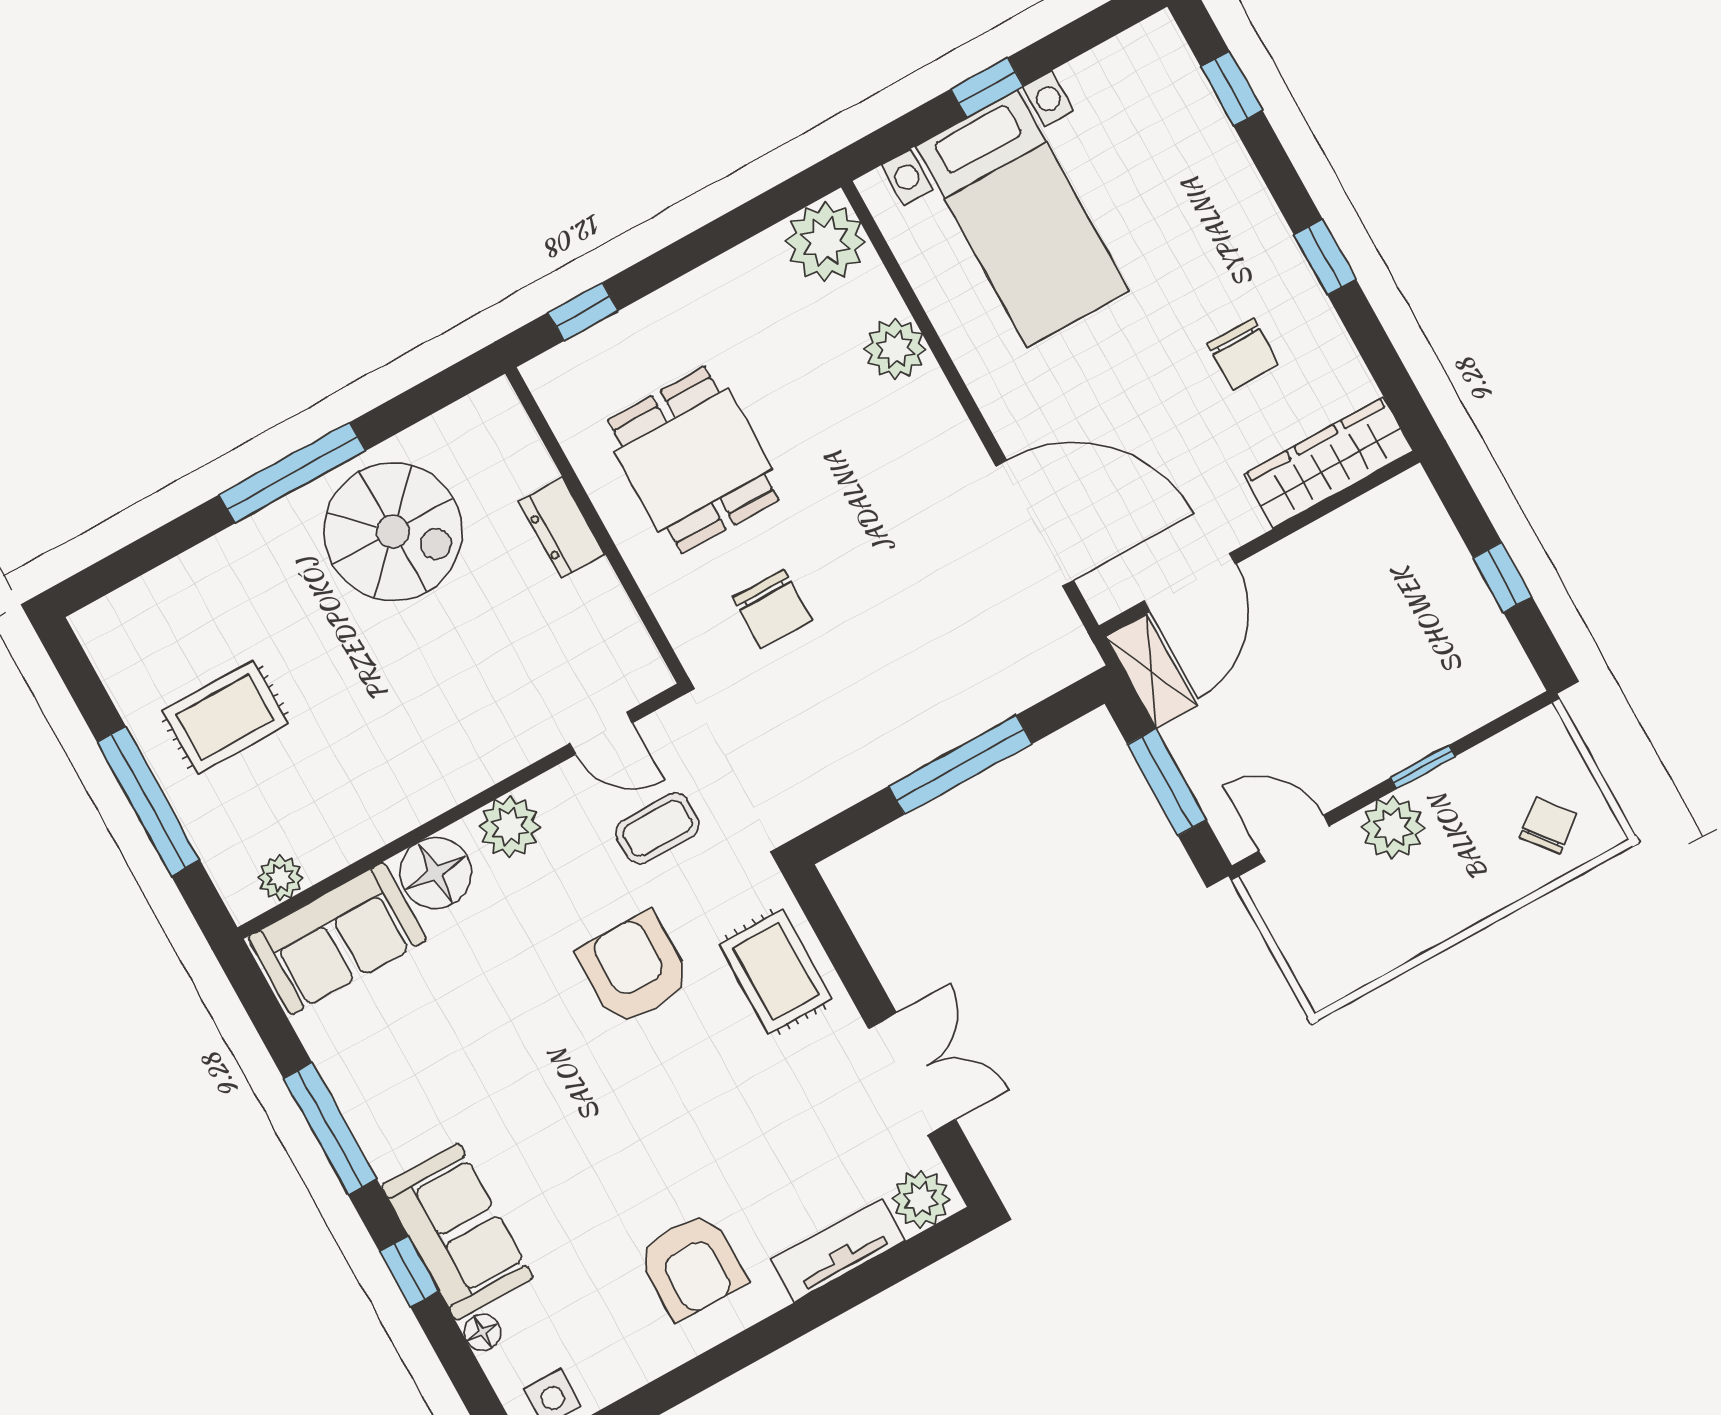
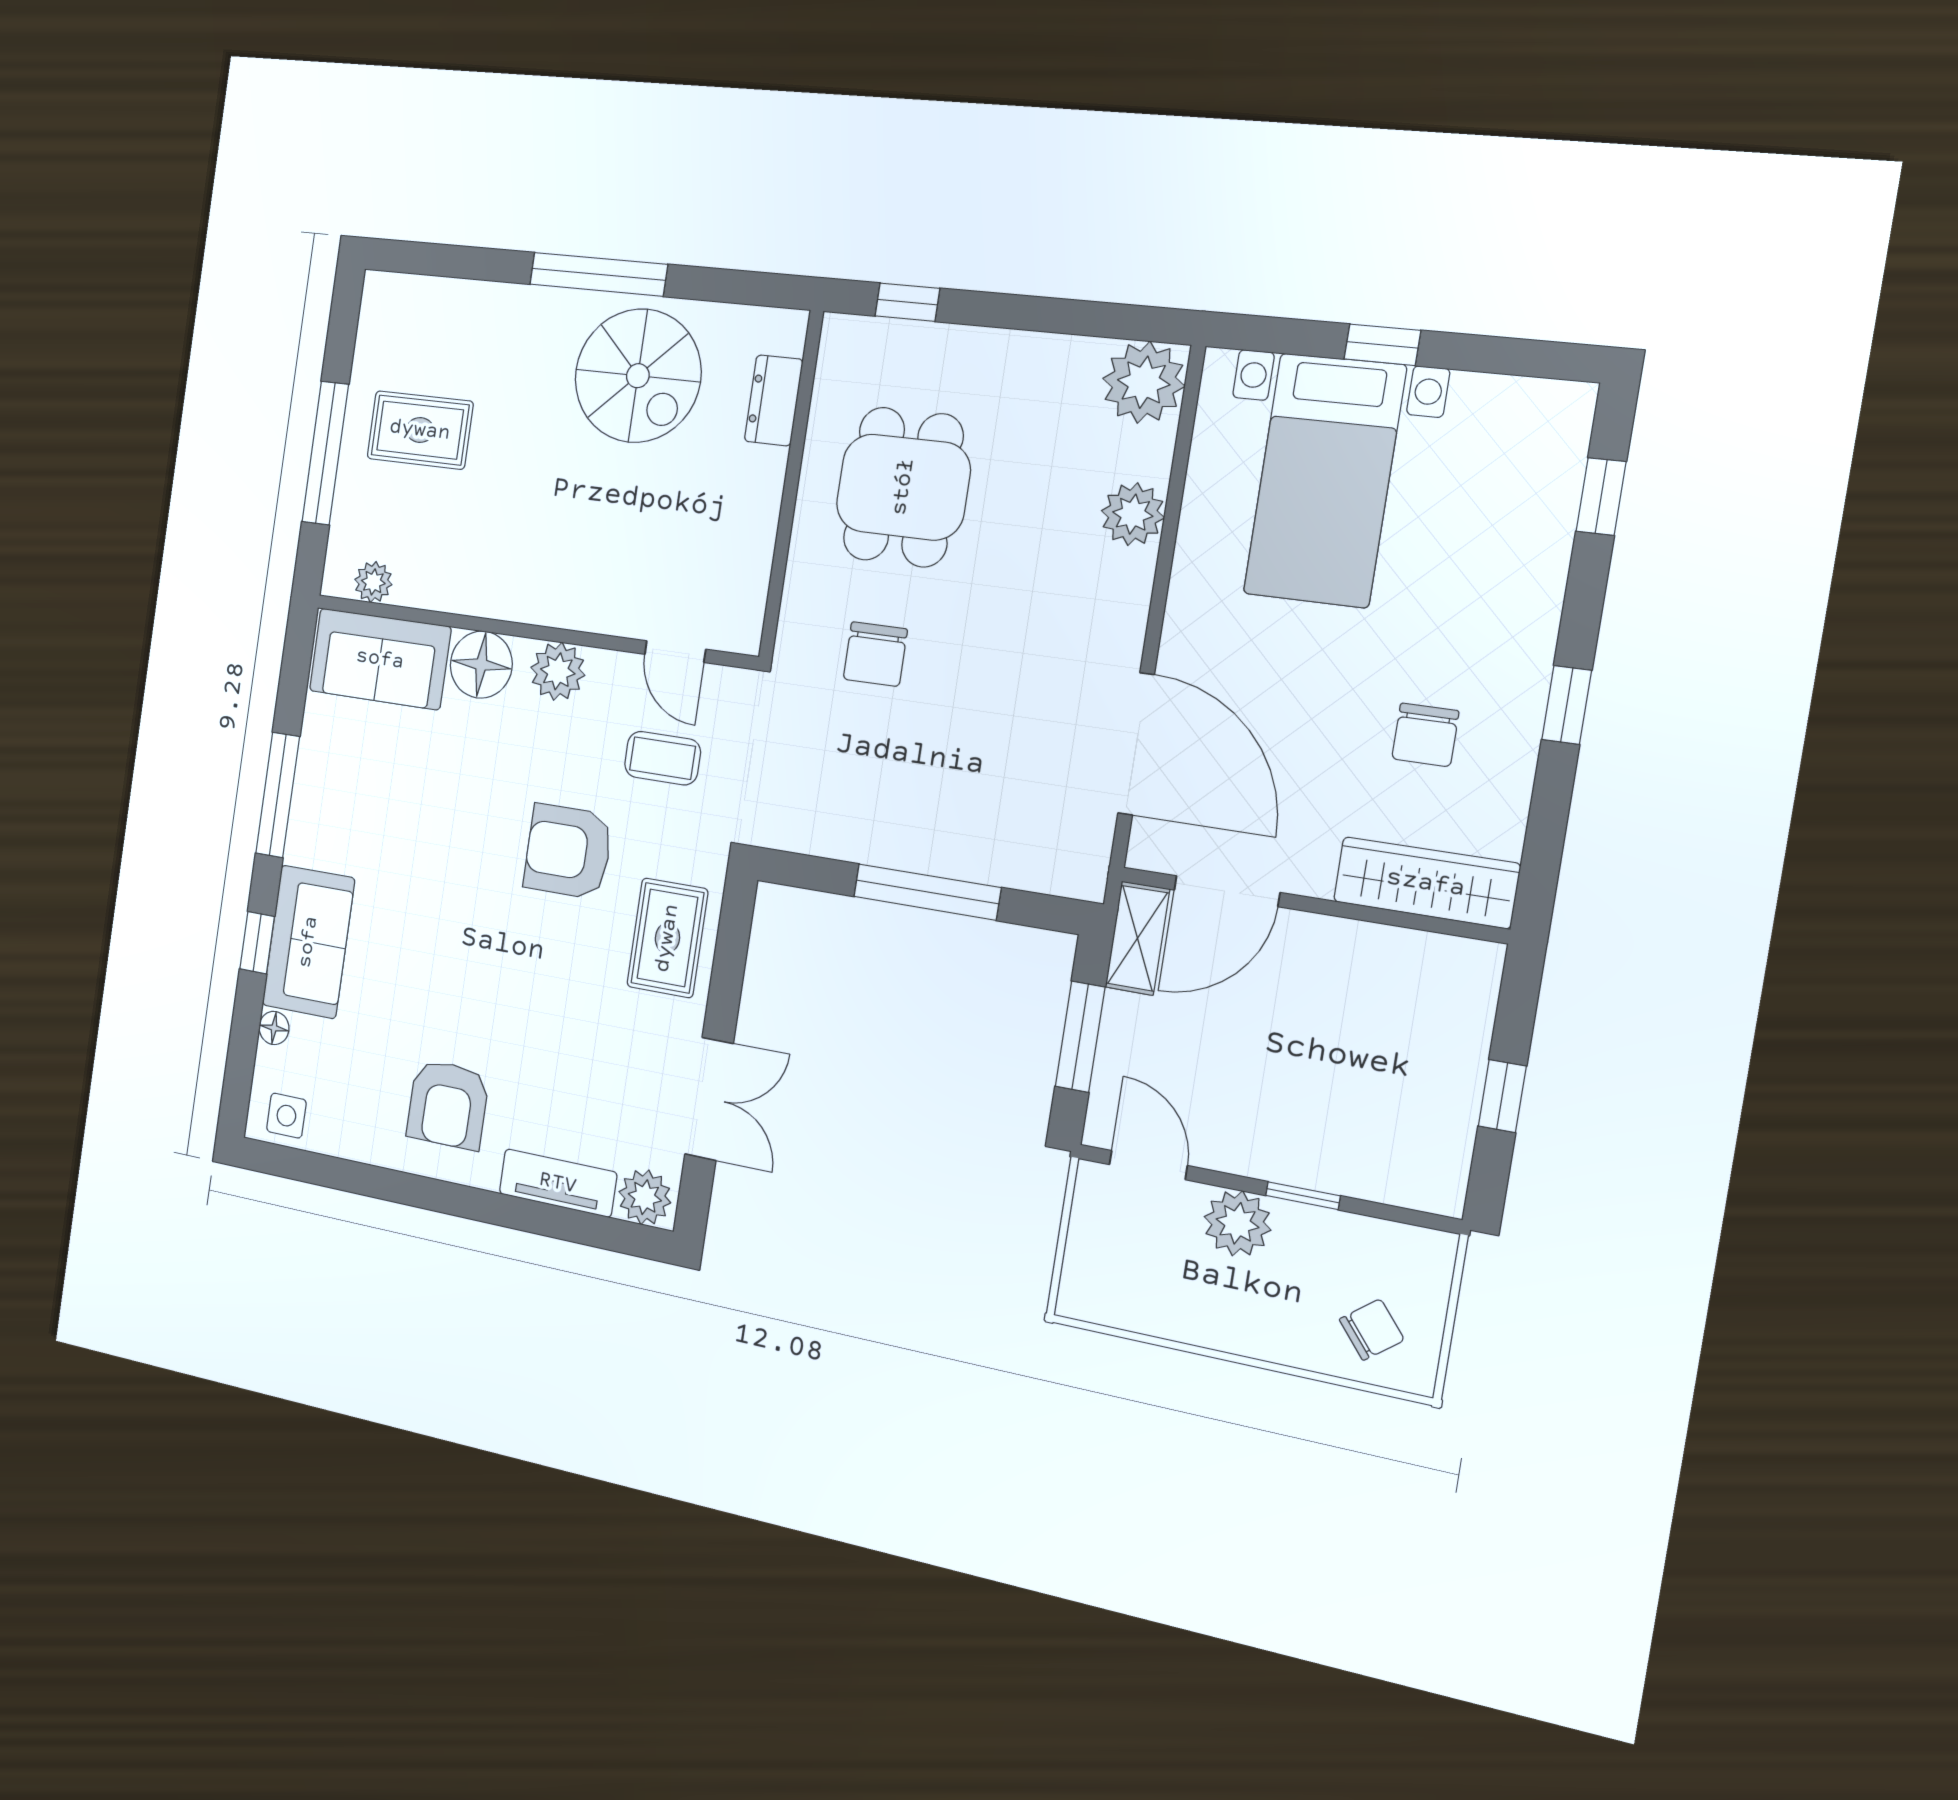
dresser: (562, 528) -> (774, 400), moved
armchair: (634, 969) -> (568, 851), turned -90

